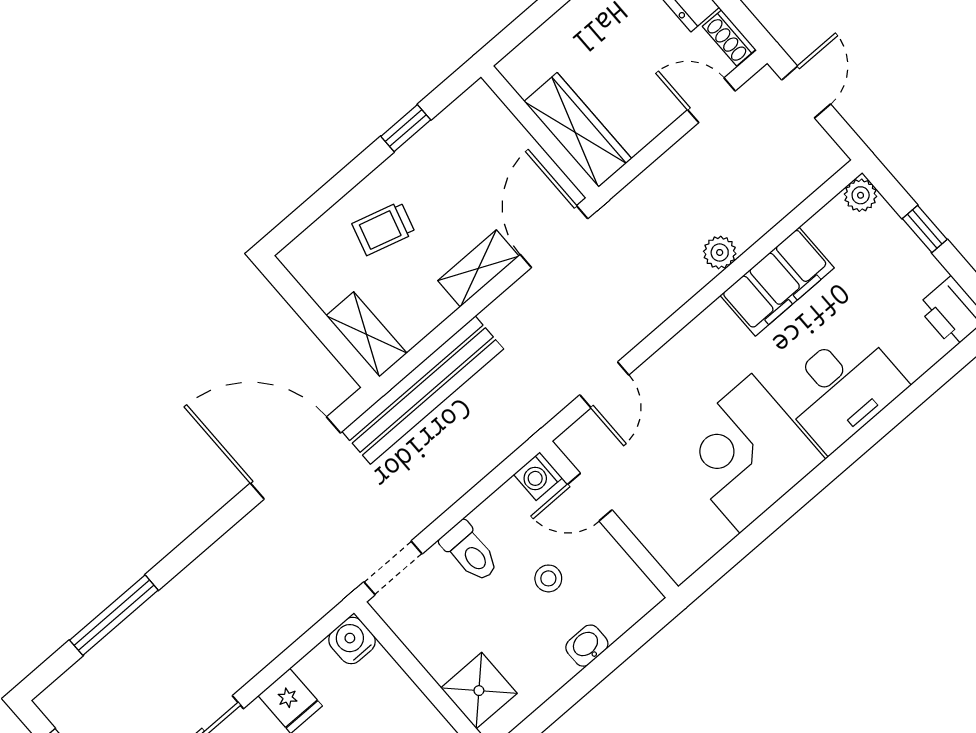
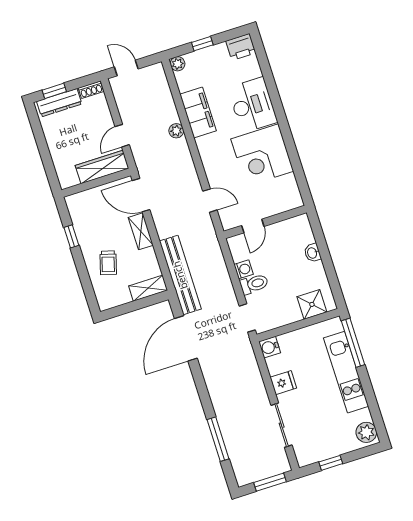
door: (711, 100) -> (122, 136), moved
washing machine: (538, 476) -> (244, 269), moved, turned -90
stool: (548, 578) -> (279, 257), removed

